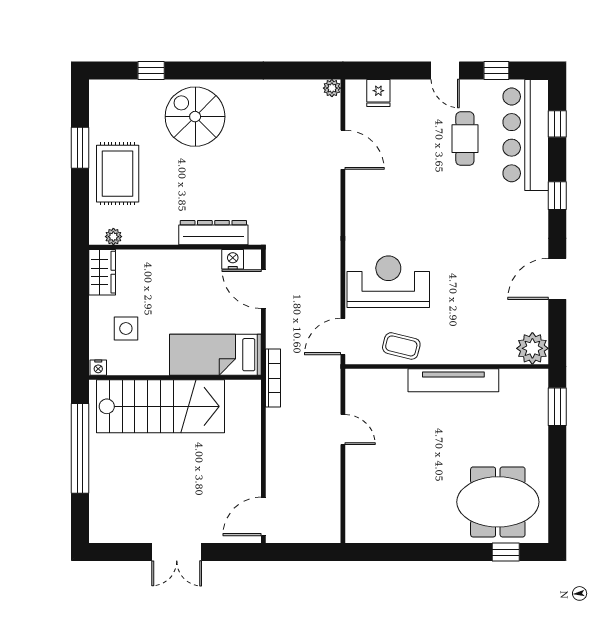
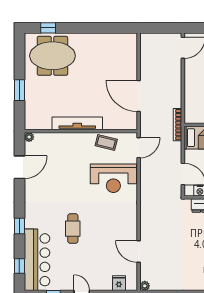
cafe table: (465, 139) -> (73, 229), moved
door: (557, 279) -> (19, 167), moved
plant: (532, 348) -> (29, 137), width x0.53, depth x0.53
window: (557, 407) -> (19, 90), moved
door: (343, 430) -> (139, 96), width x1.88

